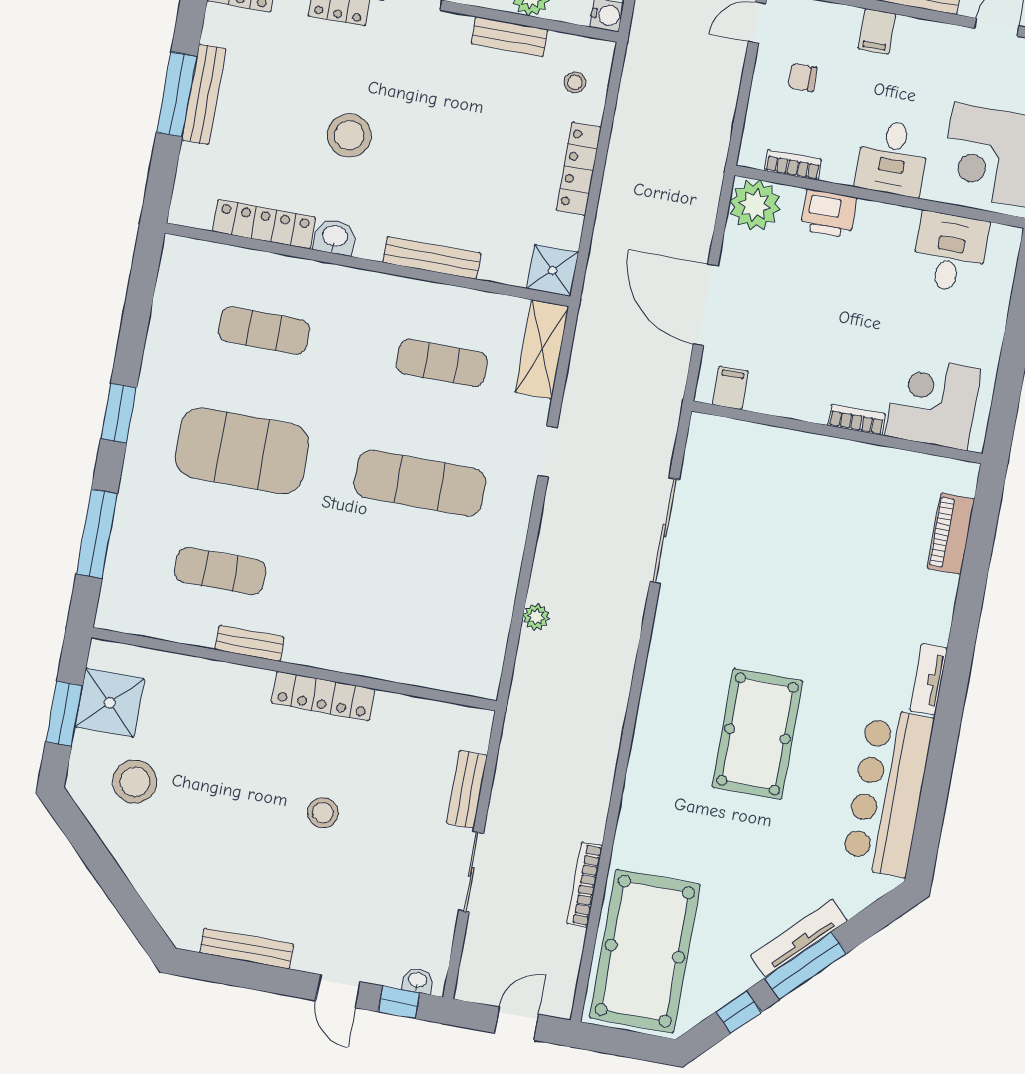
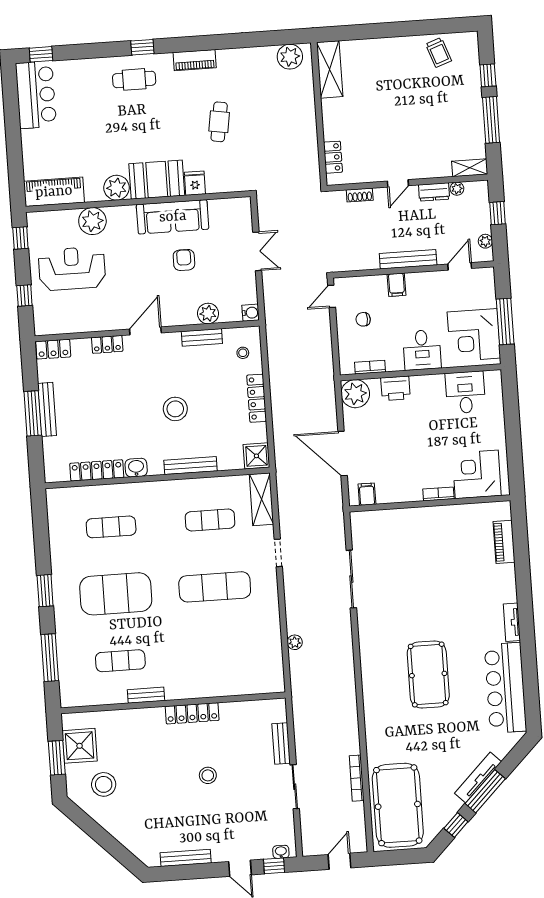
stool: (349, 135) -> (175, 409), moved

